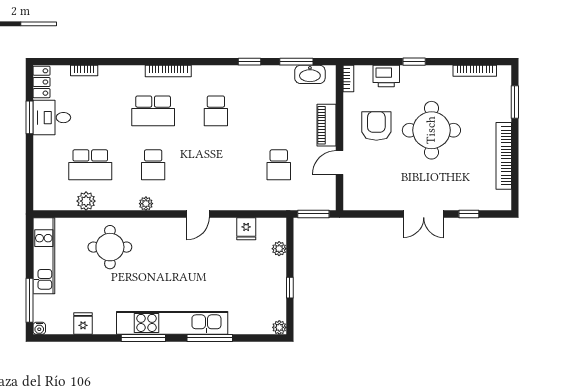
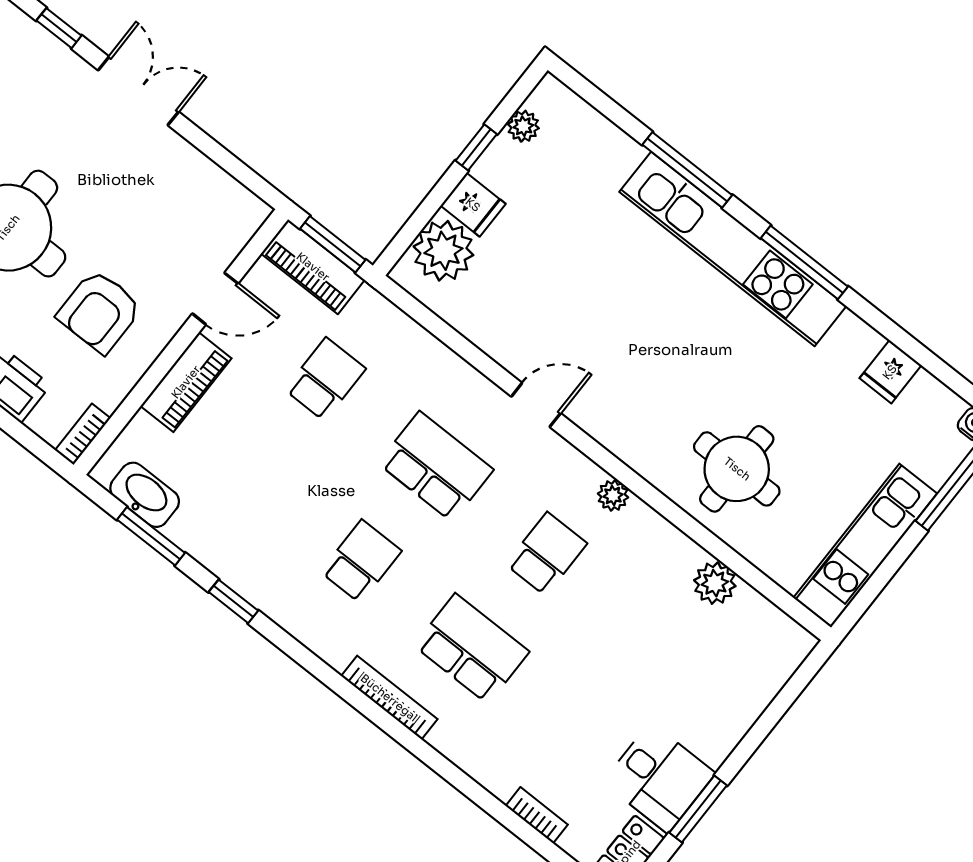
school desk: (90, 165) -> (436, 467), moved
piano: (314, 201) -> (313, 267), added
fridge: (246, 229) -> (473, 205), moved, turned 90
plant: (279, 249) -> (443, 251), width x1.87, depth x1.87
plant: (279, 327) -> (523, 126), moved

